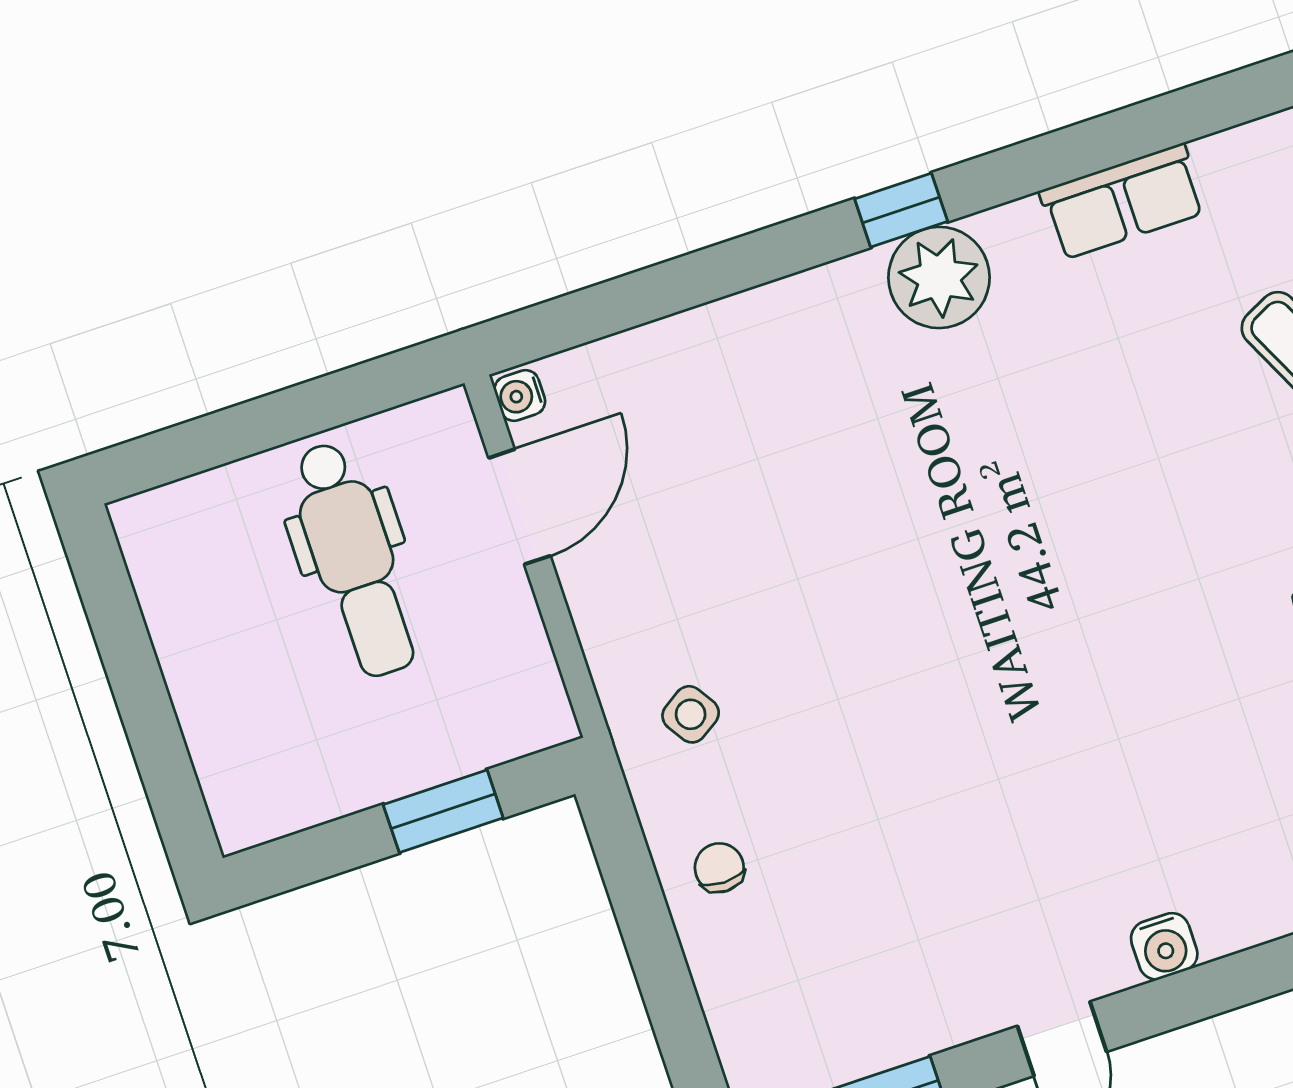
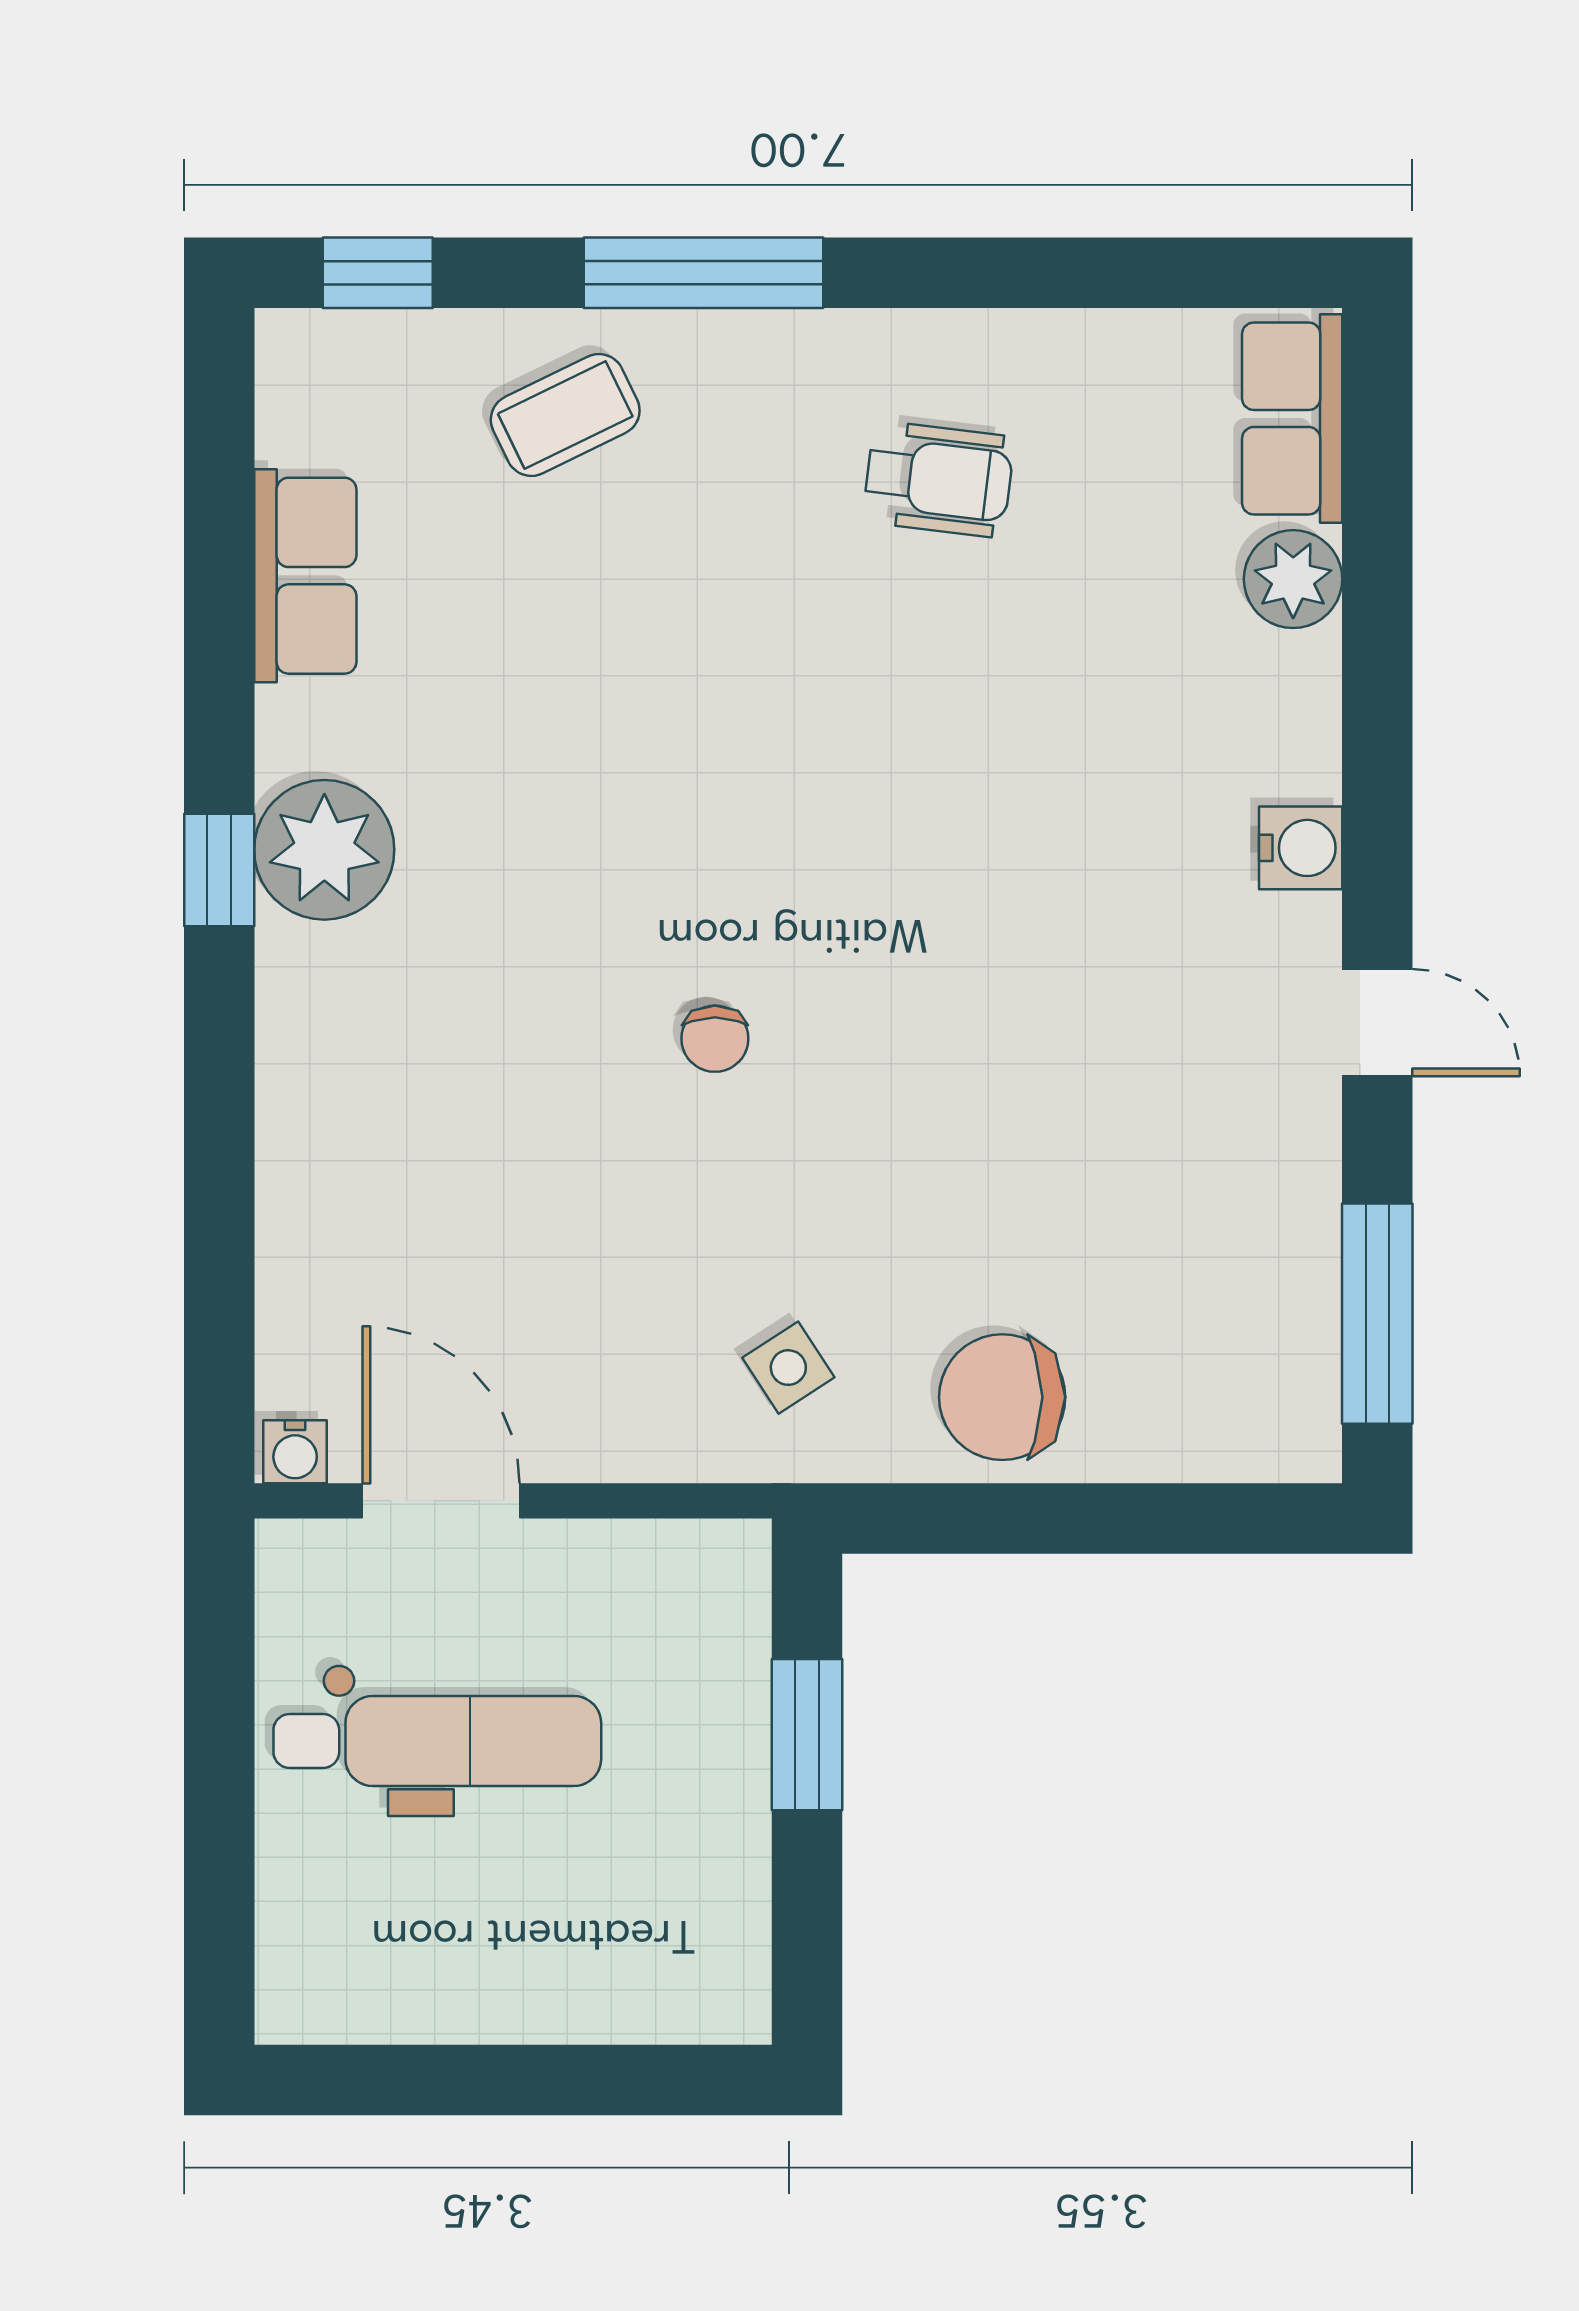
chair: (899, 589) -> (715, 1039), added
chair: (719, 868) -> (1002, 1397), width x1.87, depth x1.87

